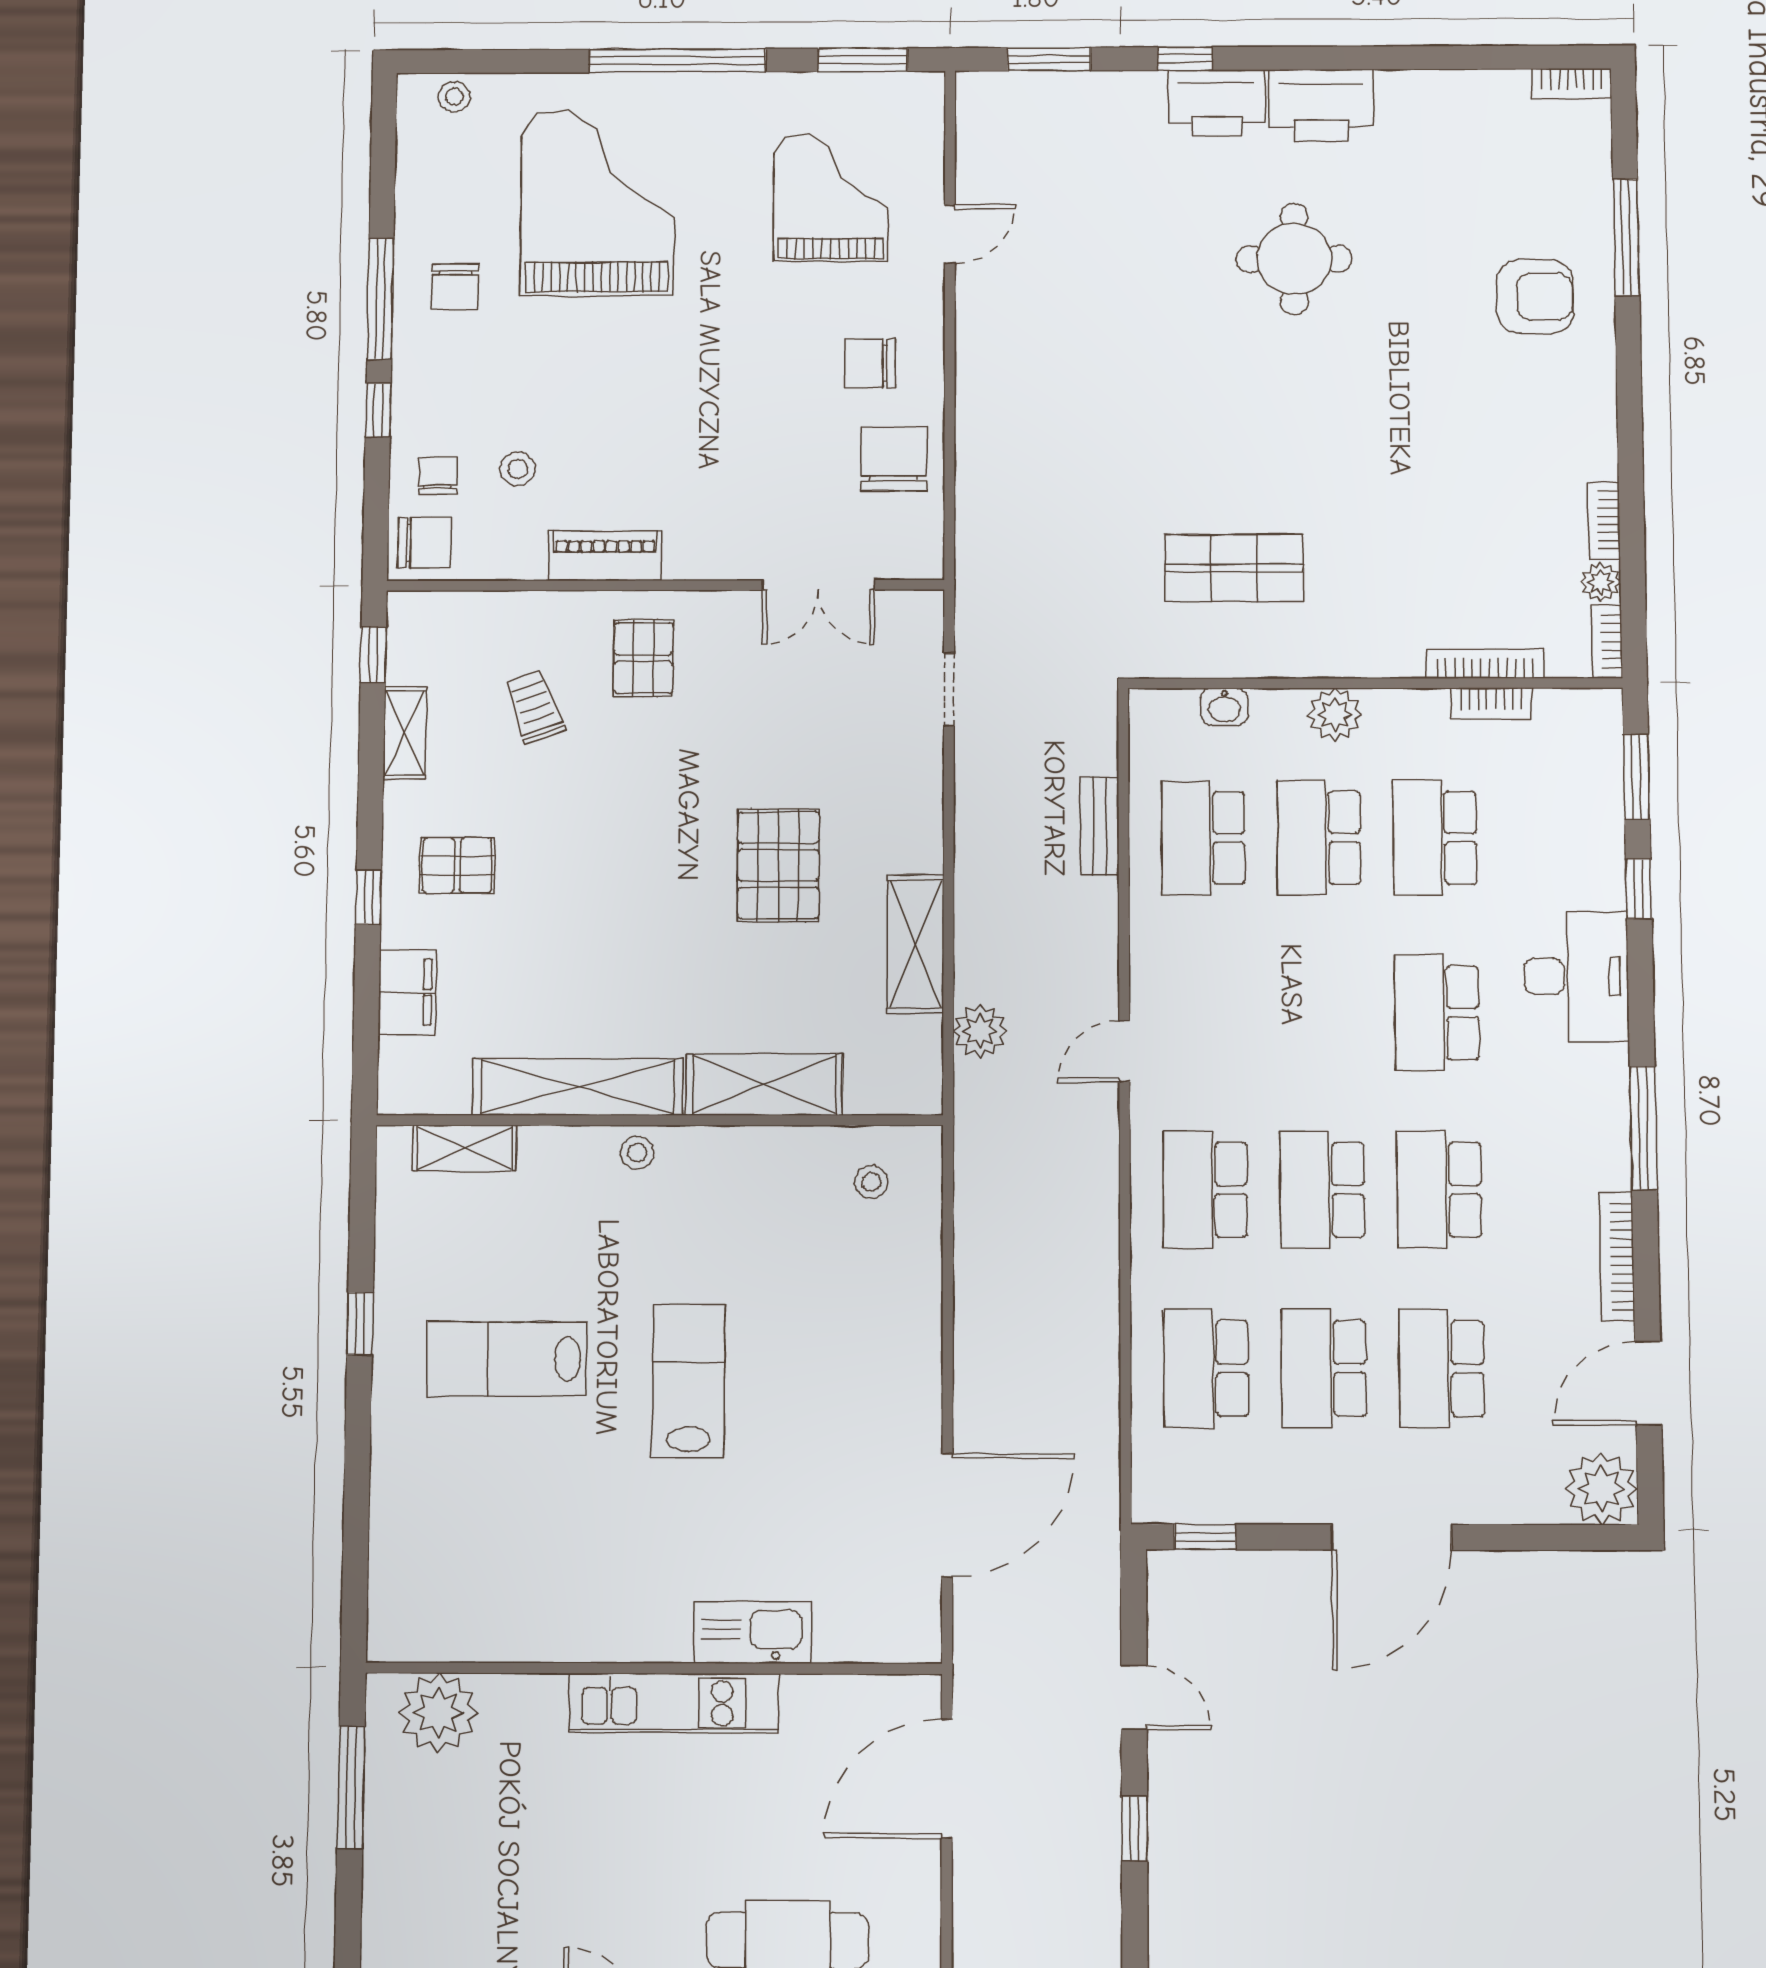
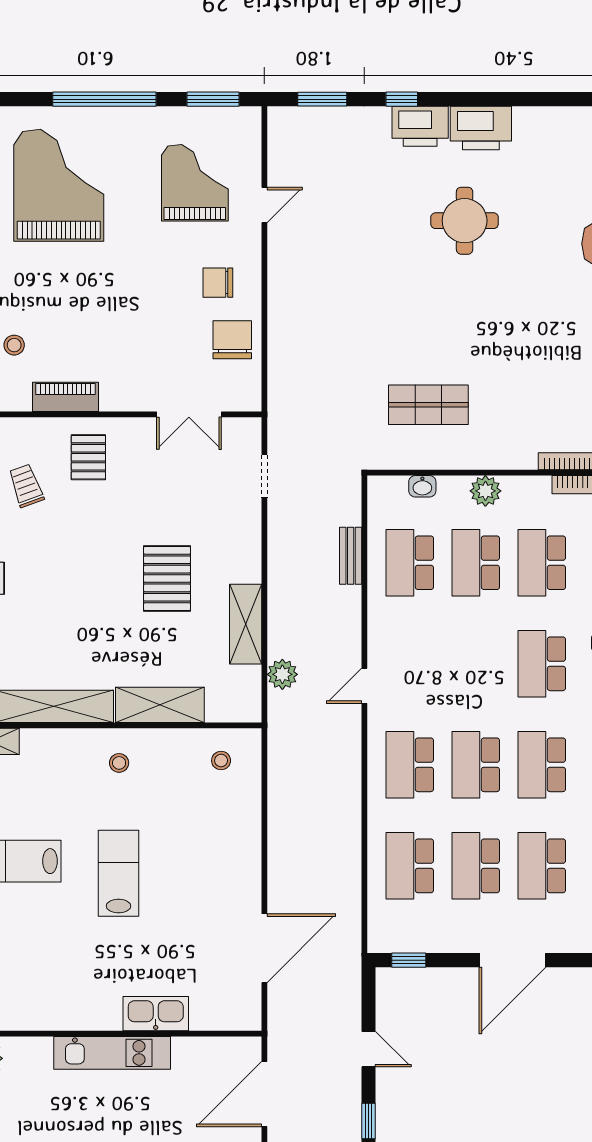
stool: (637, 1153) -> (119, 763), moved

